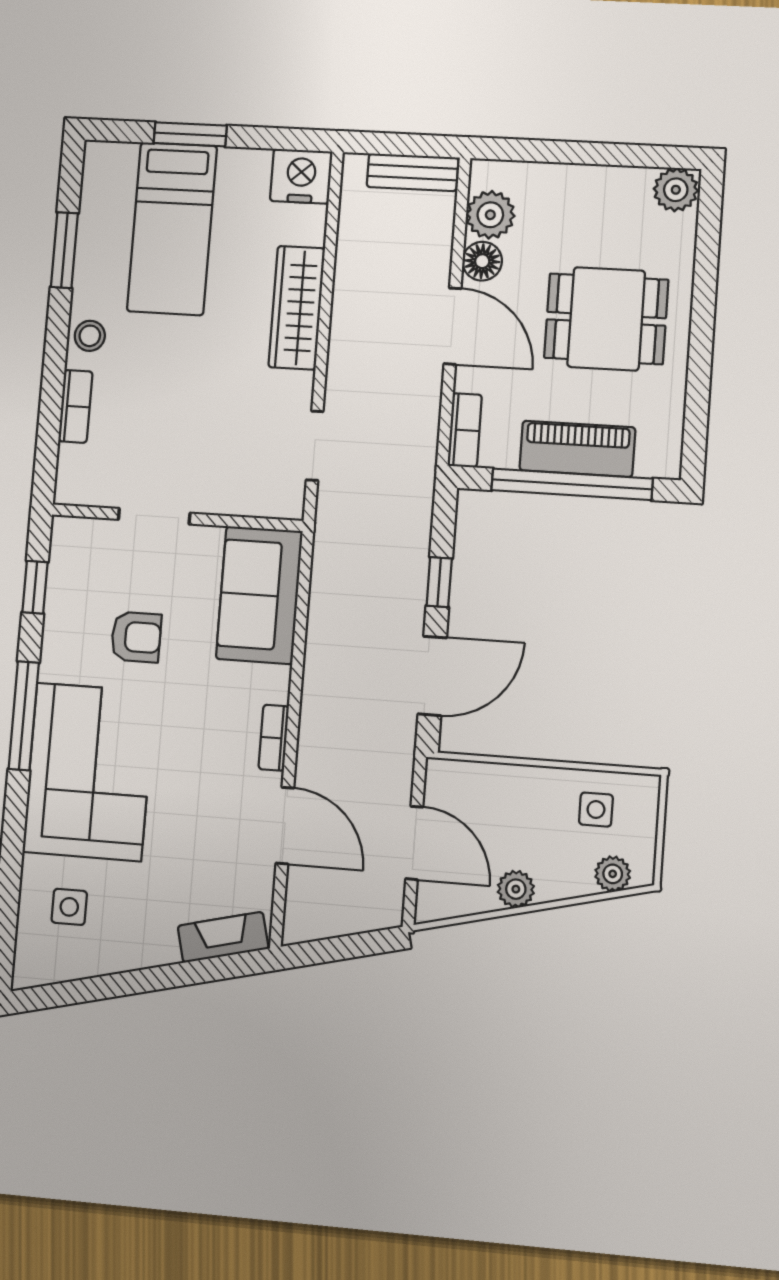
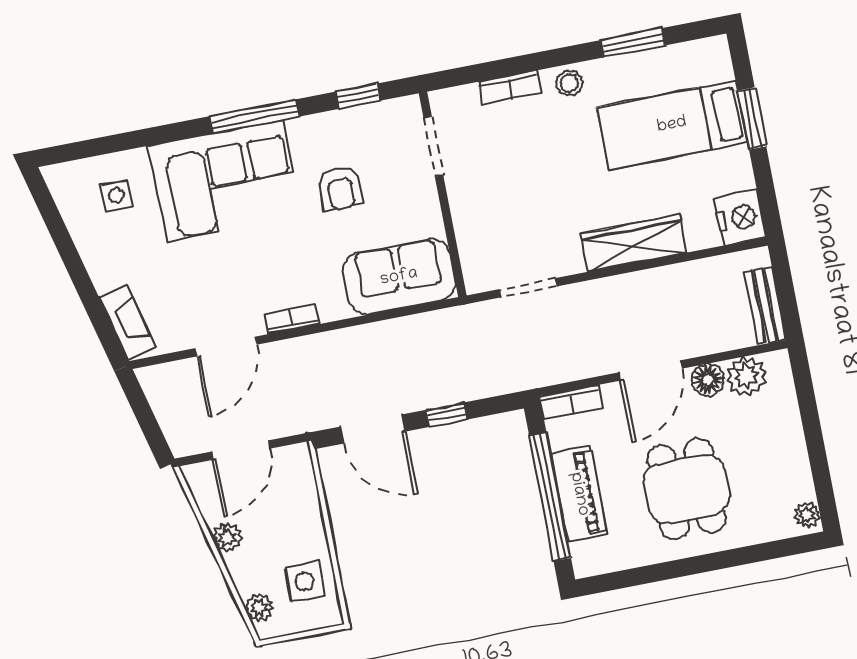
plant: (676, 190) -> (807, 515), width x0.73, depth x0.73
doorway: (154, 516) -> (433, 147), moved
side table: (596, 810) -> (305, 582), width x1.37, depth x1.37

